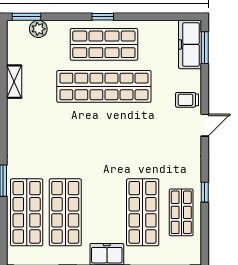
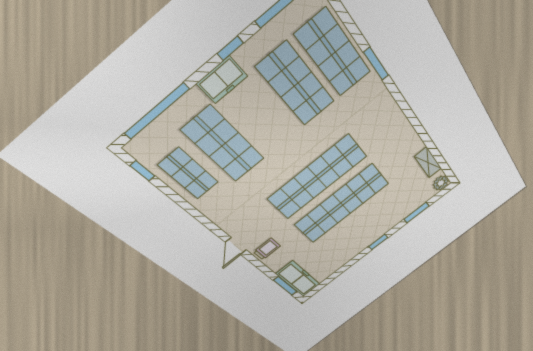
window: (27, 17) -> (416, 213), moved
plant: (38, 29) -> (441, 183), moved
shop shelf: (104, 44) -> (317, 177), moved, width x1.40
shelving: (14, 82) -> (428, 162), moved
window: (205, 192) -> (142, 171), moved

